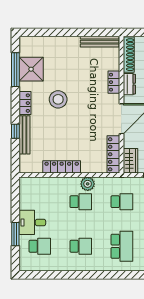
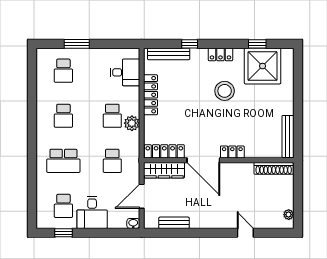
shower: (31, 69) -> (263, 66), width x1.37, depth x1.37
window: (15, 70) -> (257, 44), width x0.46
locker: (114, 82) -> (232, 152), moved
dresser: (129, 84) -> (241, 169), removed
bench: (24, 135) -> (169, 54), moved
wardrobe: (130, 161) -> (164, 170), width x1.50
desk: (32, 222) -> (125, 72), moved, turned 90

